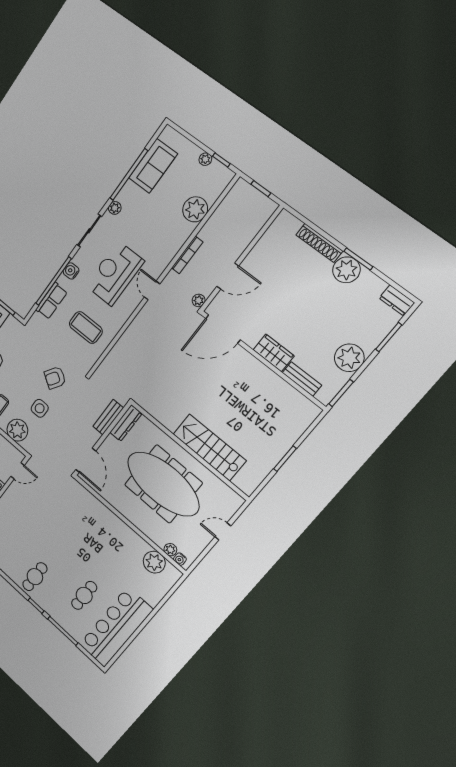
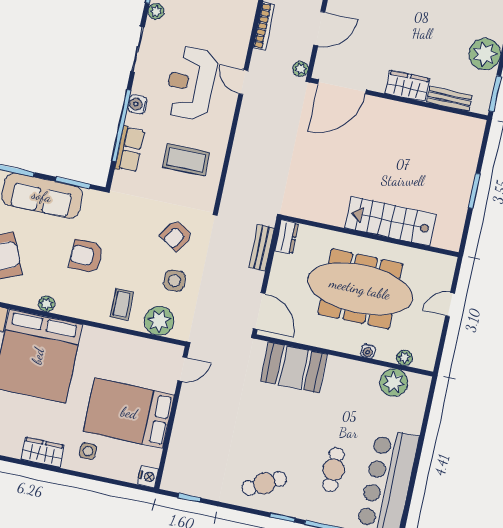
dresser: (126, 423) -> (287, 237), width x0.70
booth: (91, 512) -> (294, 368), added
water cooler: (180, 559) -> (368, 351), moved
cafe table: (35, 577) -> (264, 483), turned 61

